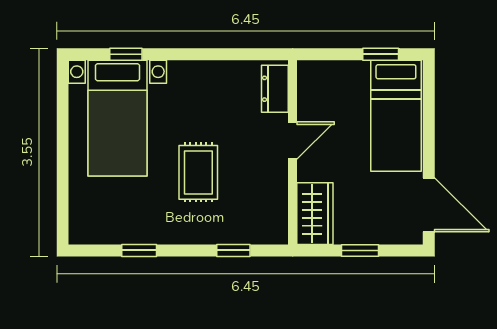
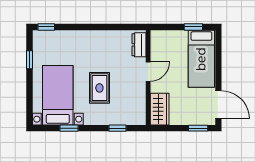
window: (126, 54) -> (46, 27), moved
window: (63, 118) -> (30, 60), added
bed with nightstands: (117, 118) -> (58, 95), moved, turned 180
window: (360, 250) -> (198, 128), moved

